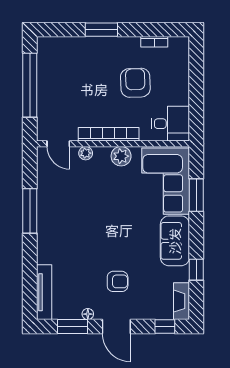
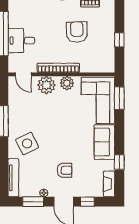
window: (196, 94) -> (119, 40), added
desk: (171, 124) -> (21, 41), moved, turned 180
plant: (86, 153) -> (46, 85), width x1.88, depth x1.88
window: (196, 195) -> (119, 98), moved
side table: (64, 243) -> (27, 144), added
window: (165, 326) -> (87, 202), moved

